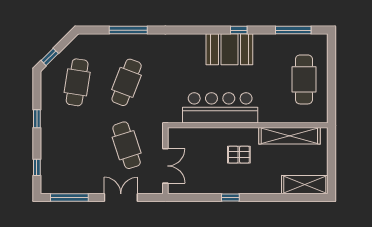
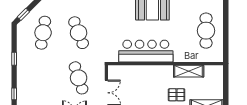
cafe table: (127, 82) -> (79, 33), turned -42
shelving: (289, 136) -> (189, 71), width x0.68
pallet: (239, 155) -> (177, 95), moved

